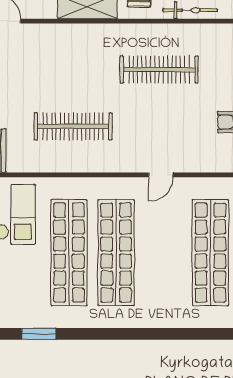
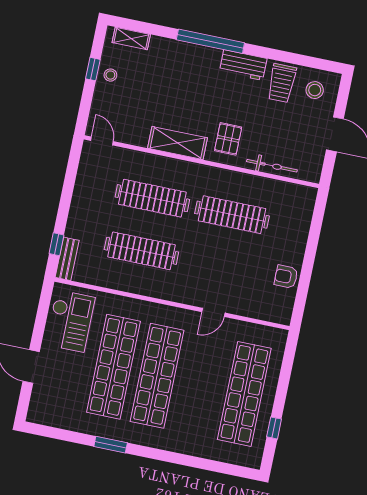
clothes rail: (73, 69) -> (152, 198), added
window: (39, 334) -> (111, 445), moved

